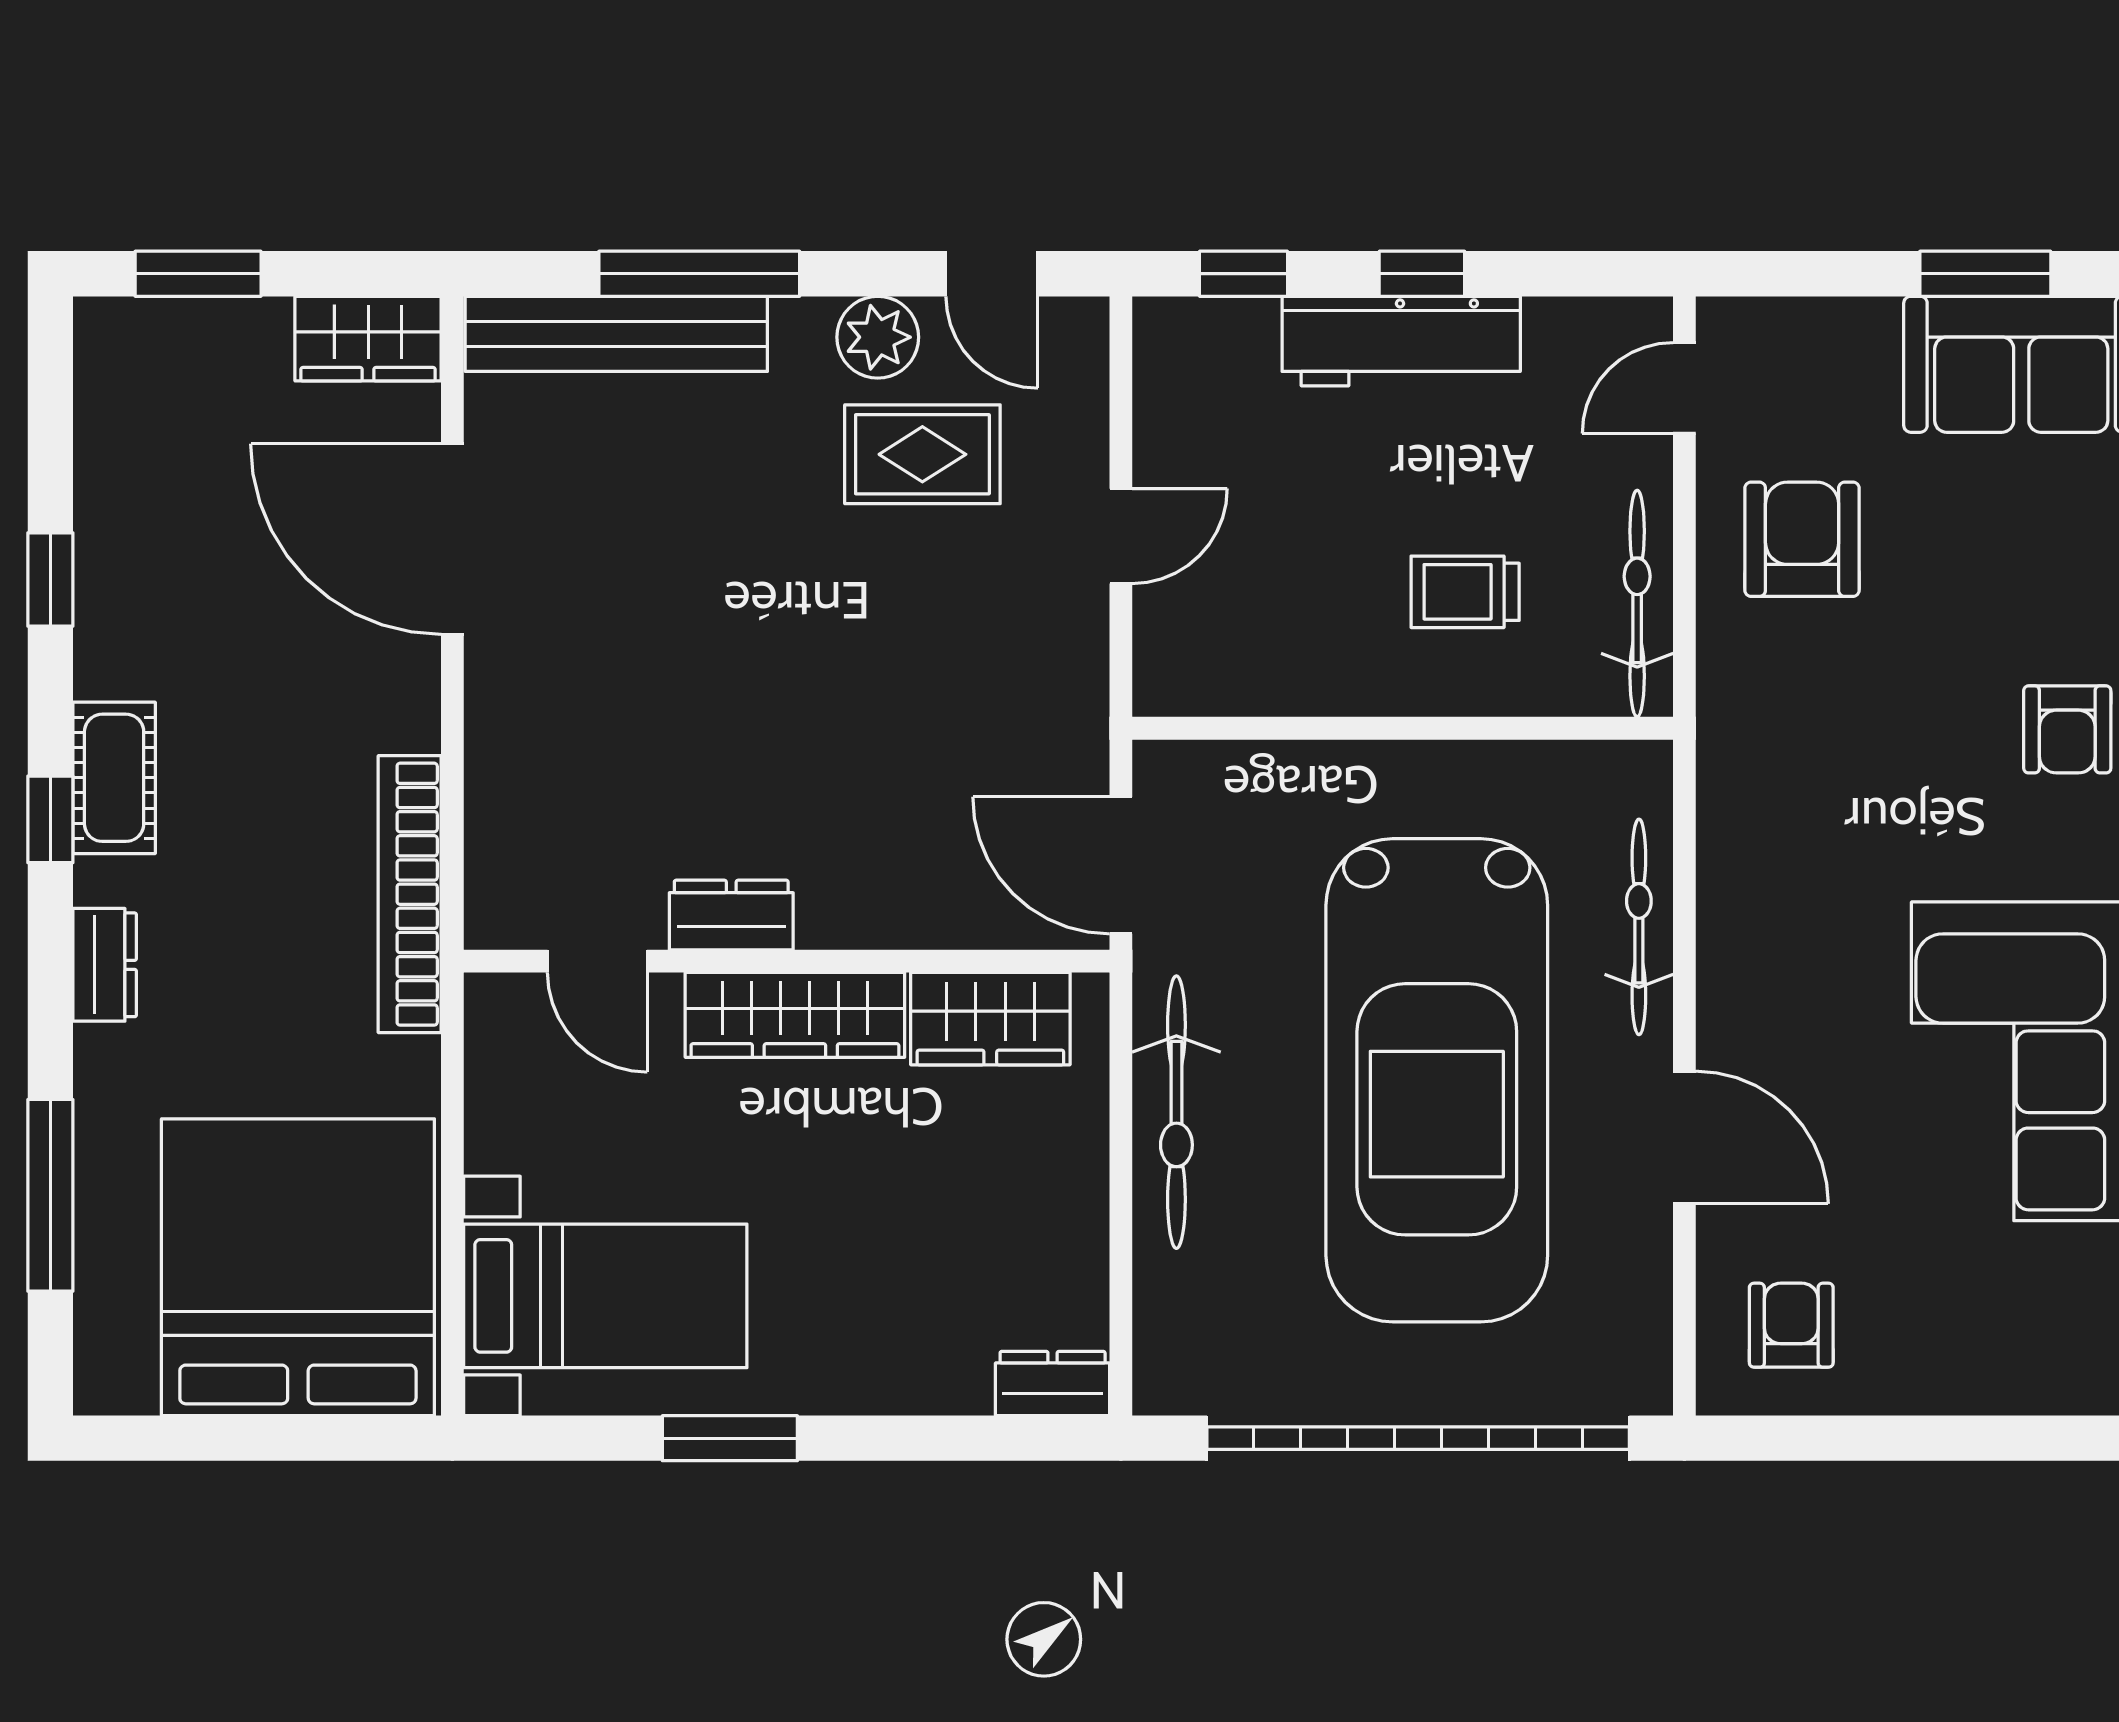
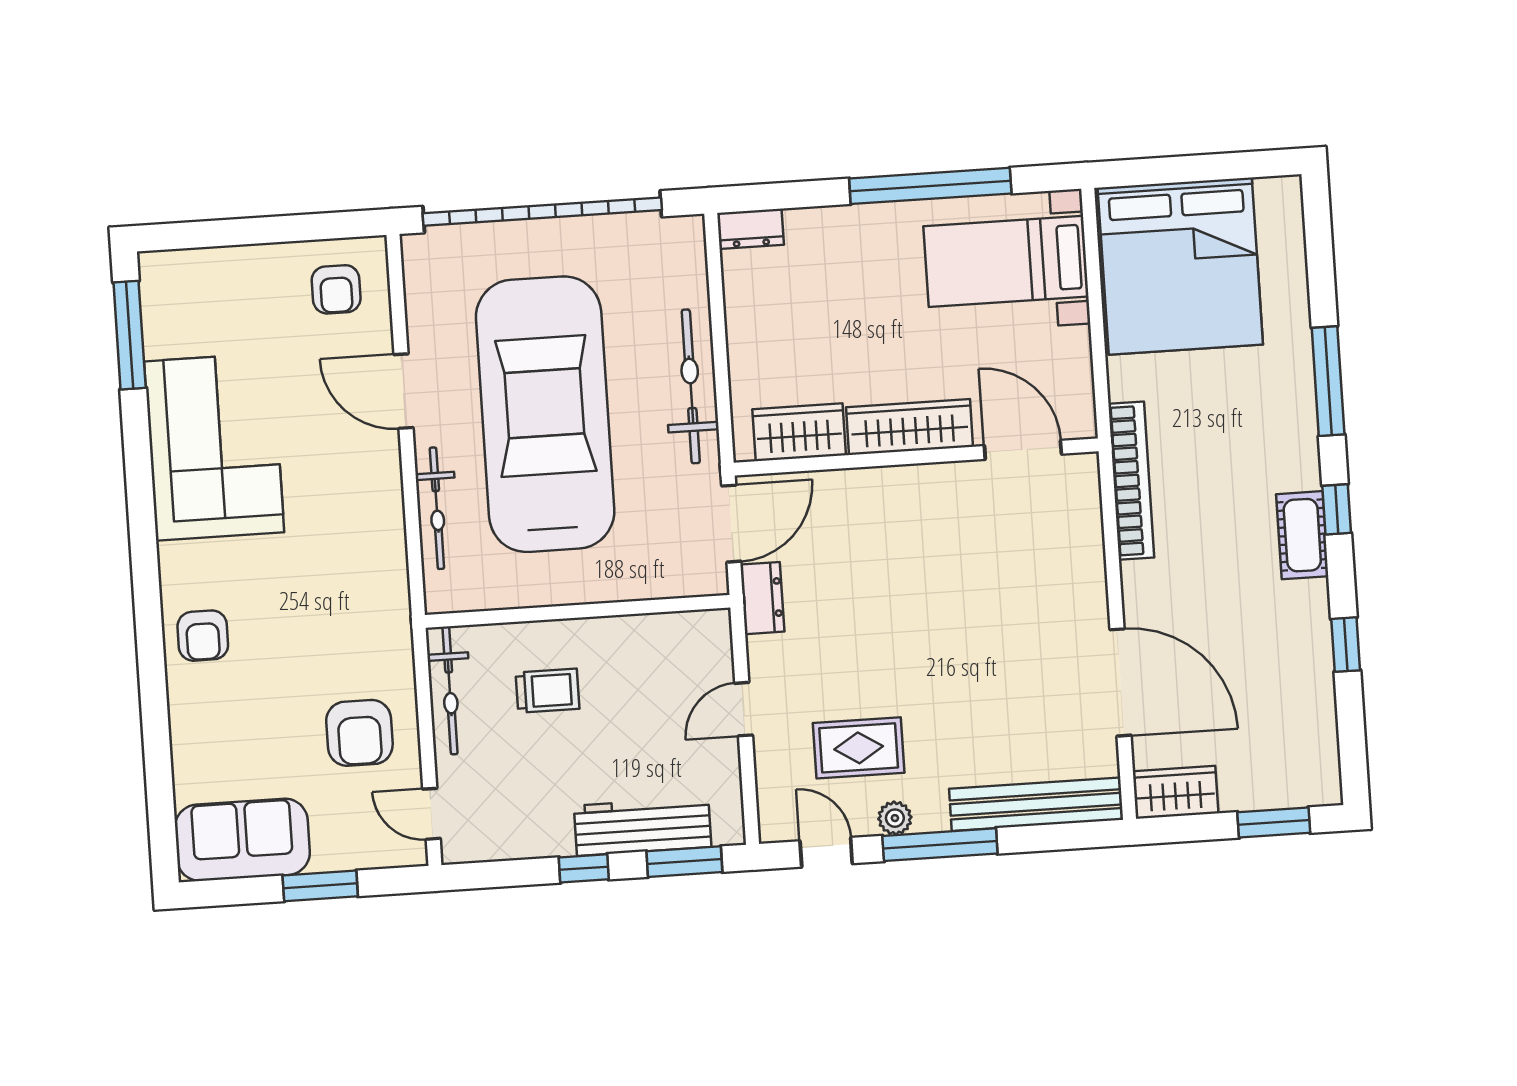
window: (699, 274) -> (940, 845), moved
window: (1243, 274) -> (684, 862), width x1.50
window: (1985, 274) -> (320, 886), moved
plant: (878, 337) -> (895, 818), width x0.73, depth x0.73
workbench: (1401, 341) -> (643, 826), moved
door: (1684, 388) -> (431, 814), swing flipped
armchair: (2067, 729) -> (203, 636), turned 180
door: (1121, 865) -> (731, 524), hinge flipped
dresser: (731, 915) -> (762, 598), moved, turned -90
door: (597, 961) -> (1023, 450), width x1.38
dresser: (105, 965) -> (1301, 429), removed
window: (50, 1195) -> (1328, 381), moved
window: (730, 1438) -> (930, 186), width x2.11

